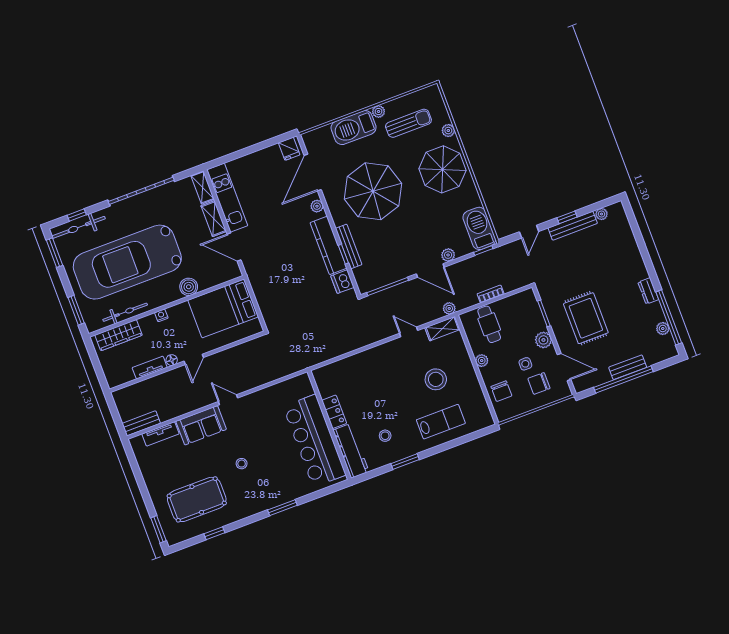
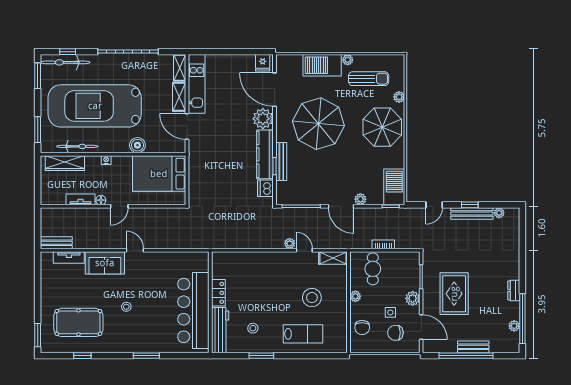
door: (313, 173) -> (275, 90), hinge flipped
plant: (317, 206) -> (263, 119), width x1.88, depth x1.88
plant: (449, 308) -> (290, 243), moved

